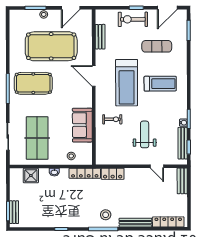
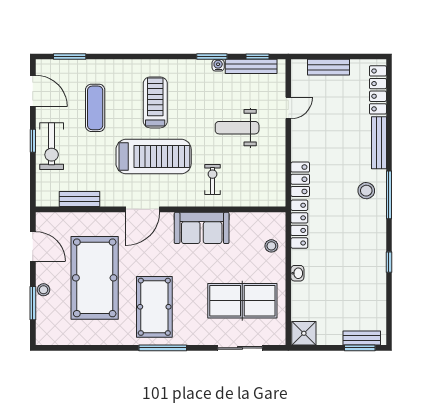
sofa: (82, 125) -> (202, 228), moved
shower: (31, 176) -> (304, 333), moved
bench: (182, 181) -> (328, 67), moved

